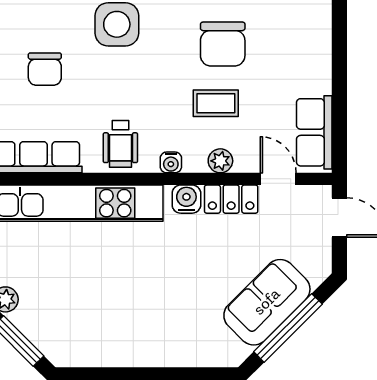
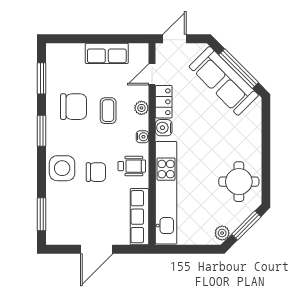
chair: (45, 69) -> (96, 172), moved
row of seats: (314, 132) -> (107, 53), moved
sofa: (267, 302) -> (224, 81), width x1.36
round table: (94, 328) -> (239, 182), added

